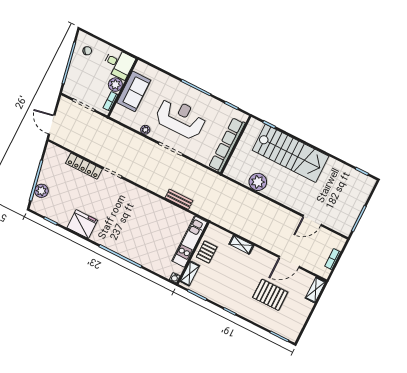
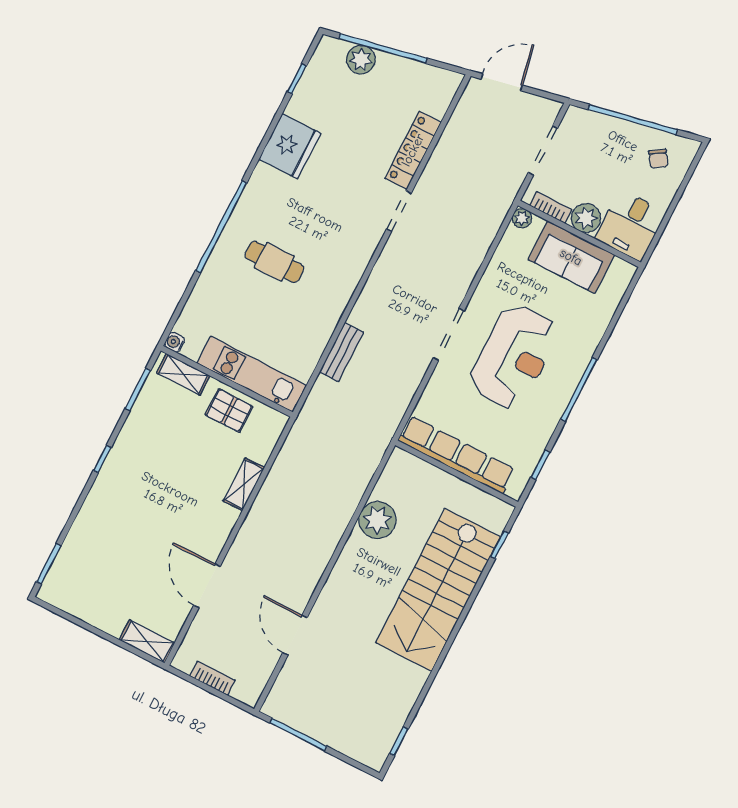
plant: (145, 130) -> (522, 218), moved
cafe table: (137, 231) -> (274, 262), added
pallet: (270, 295) -> (137, 545), removed

